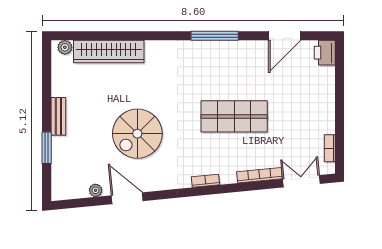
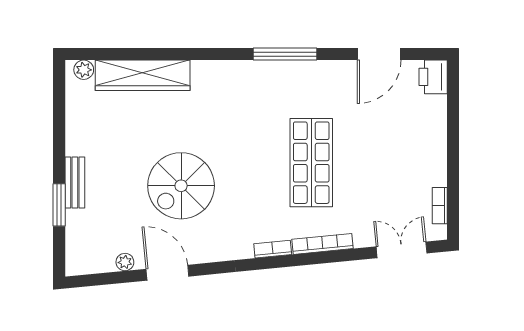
bench: (58, 116) -> (75, 183), moved
shop shelf: (234, 116) -> (311, 163), turned 90
bookcase: (259, 175) -> (323, 244), moved

